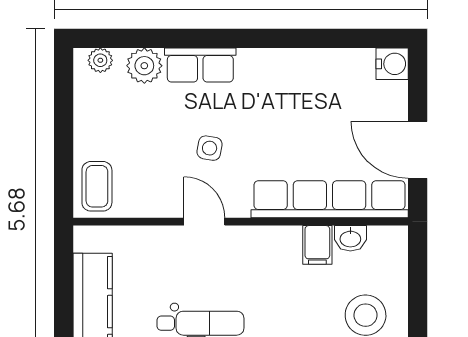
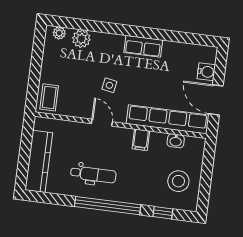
water cooler: (392, 64) -> (206, 72), moved
row of seats: (200, 65) -> (143, 46), moved
filing cabinet: (317, 245) -> (141, 140), moved

